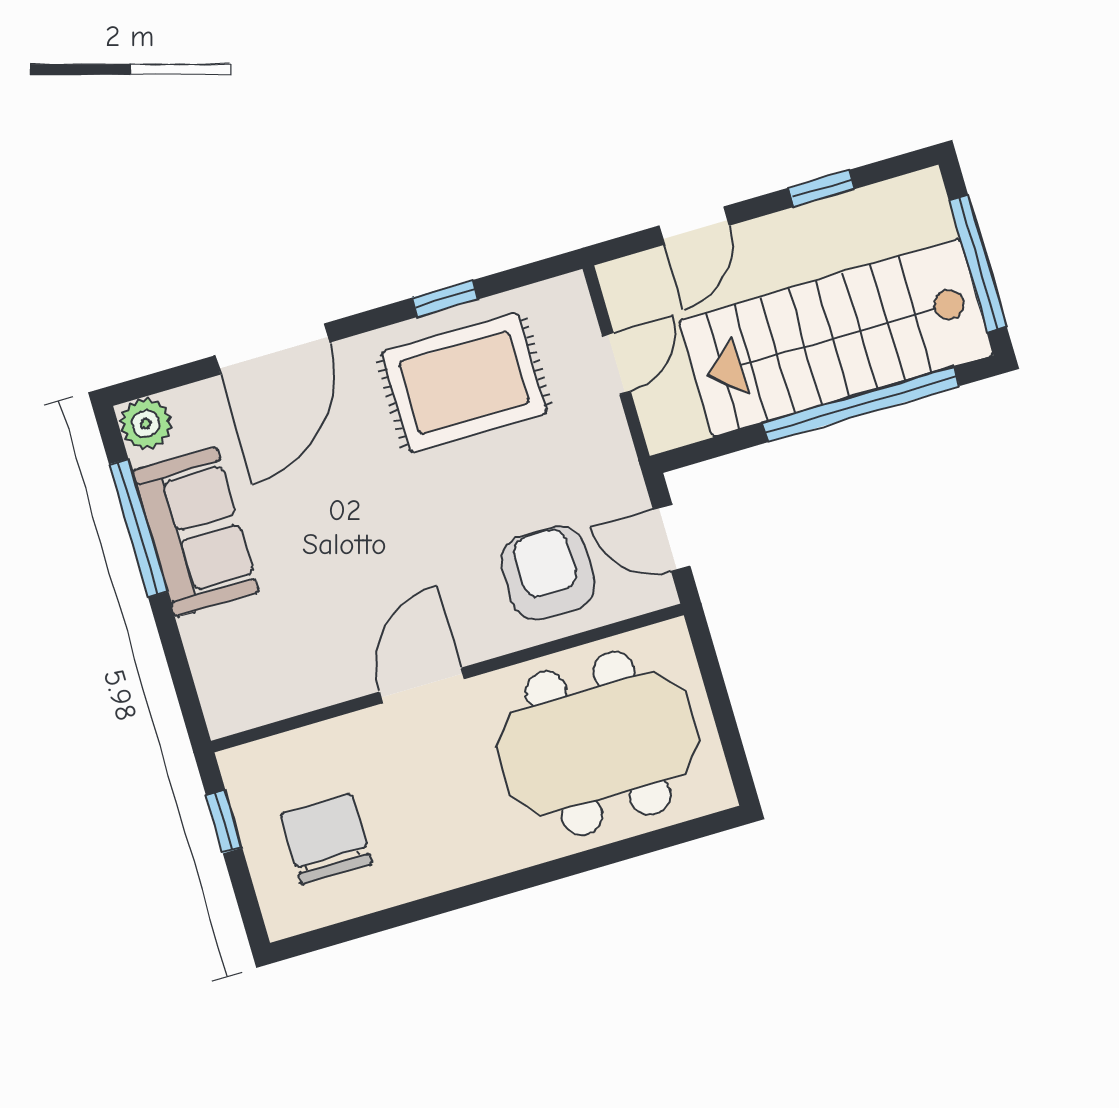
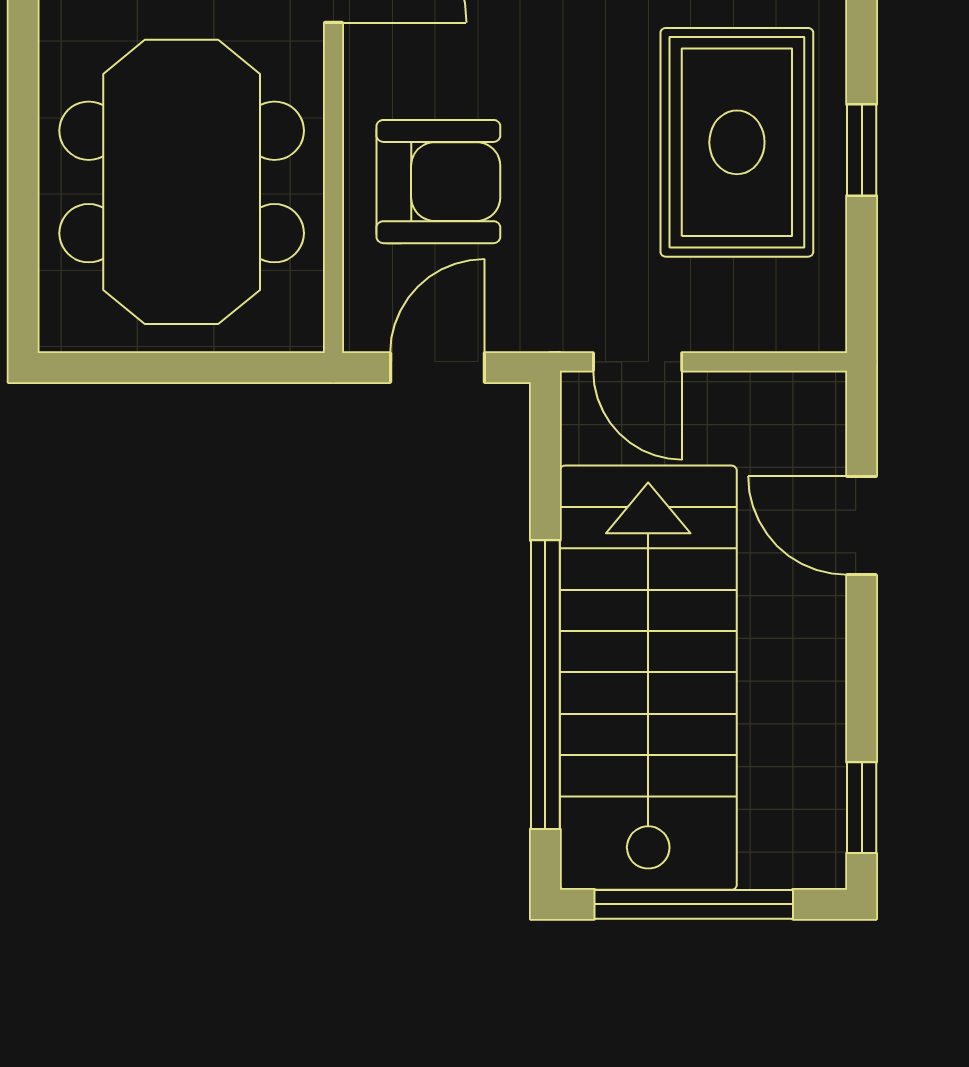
window: (822, 188) -> (862, 808), moved
door: (617, 364) -> (638, 362), moved

